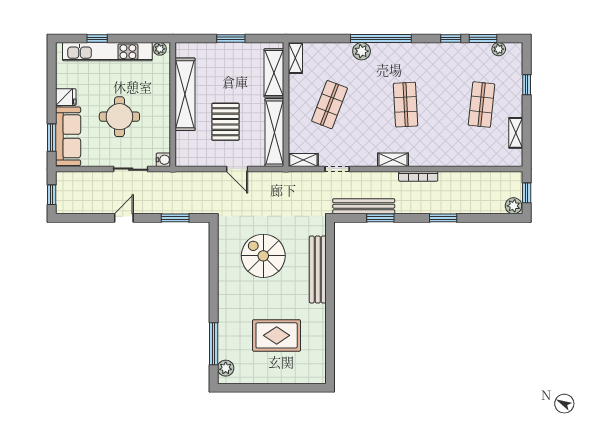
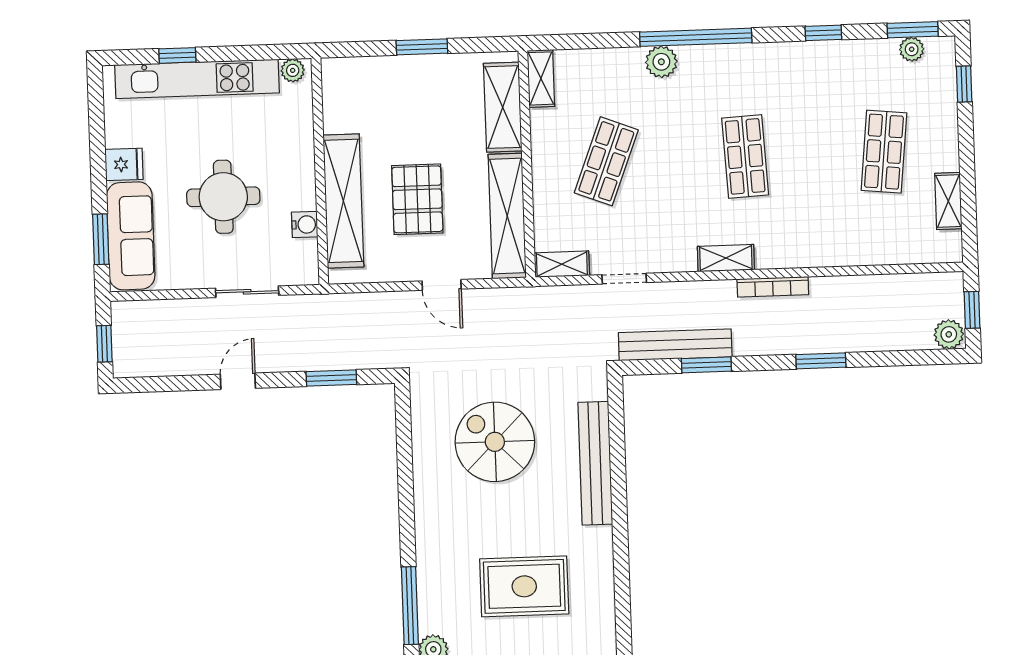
window: (483, 39) -> (913, 30), moved
window: (527, 85) -> (964, 84), moved
shelving: (185, 94) -> (343, 201), moved
water cooler: (163, 160) -> (305, 225), moved

